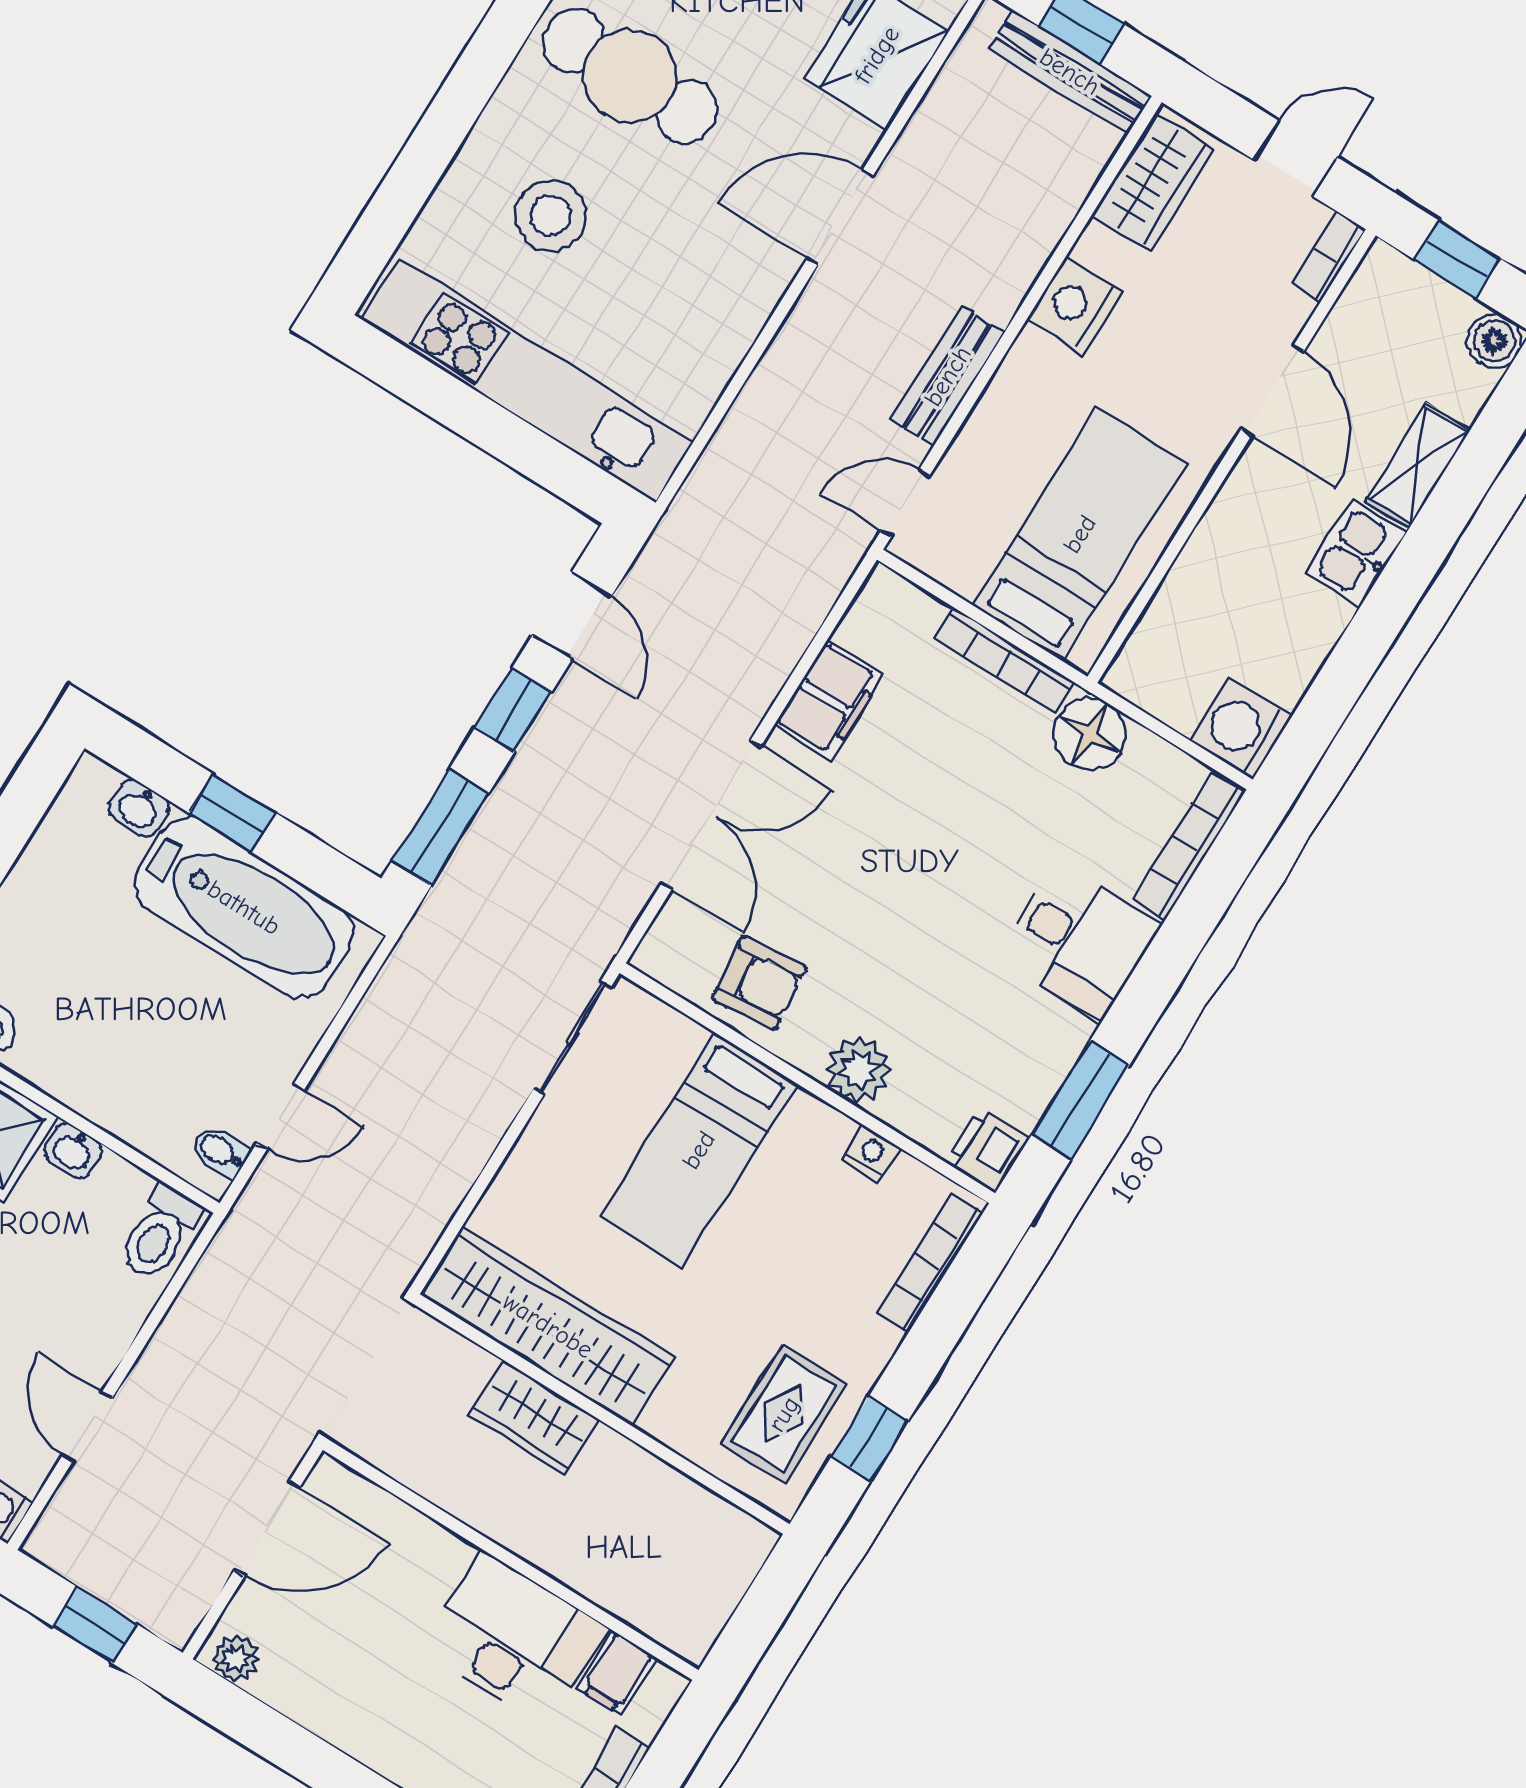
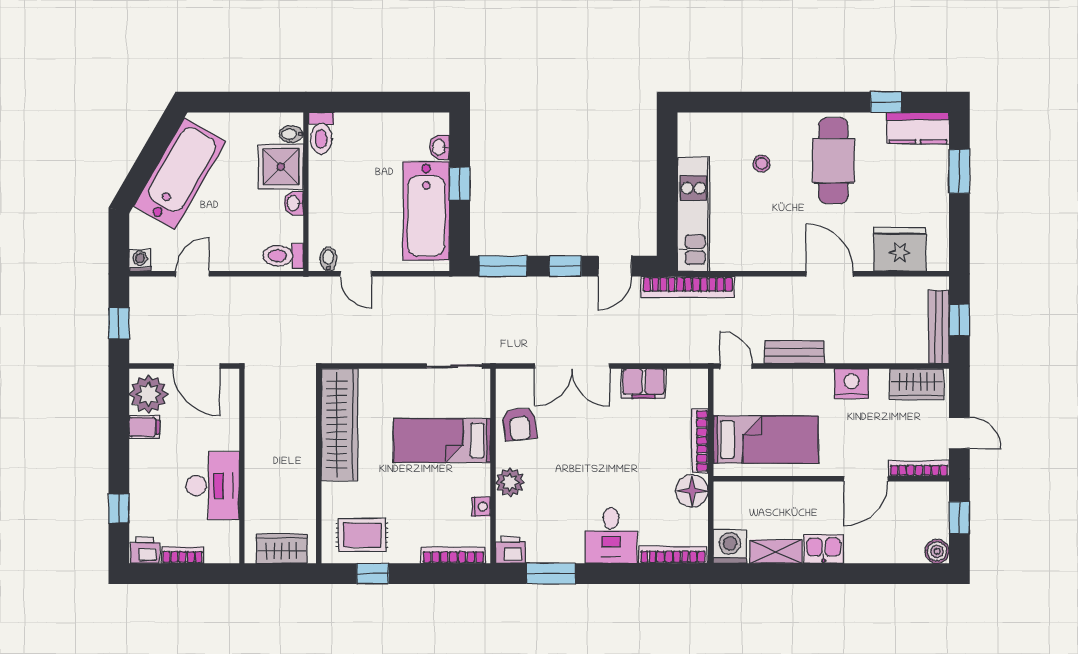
stool: (551, 216) -> (762, 163), width x0.53, depth x0.53
bookcase: (1329, 257) -> (919, 469), width x1.56
kitchen unit: (527, 380) -> (694, 214), width x0.73
shelving: (1418, 466) -> (776, 552), moved
bookcase: (698, 502) -> (688, 287), added
wardrobe: (534, 1418) -> (282, 549), moved, turned 90
plant: (236, 1659) -> (148, 394), width x1.87, depth x1.87
filing cabinet: (617, 1673) -> (144, 427), moved, turned 180

